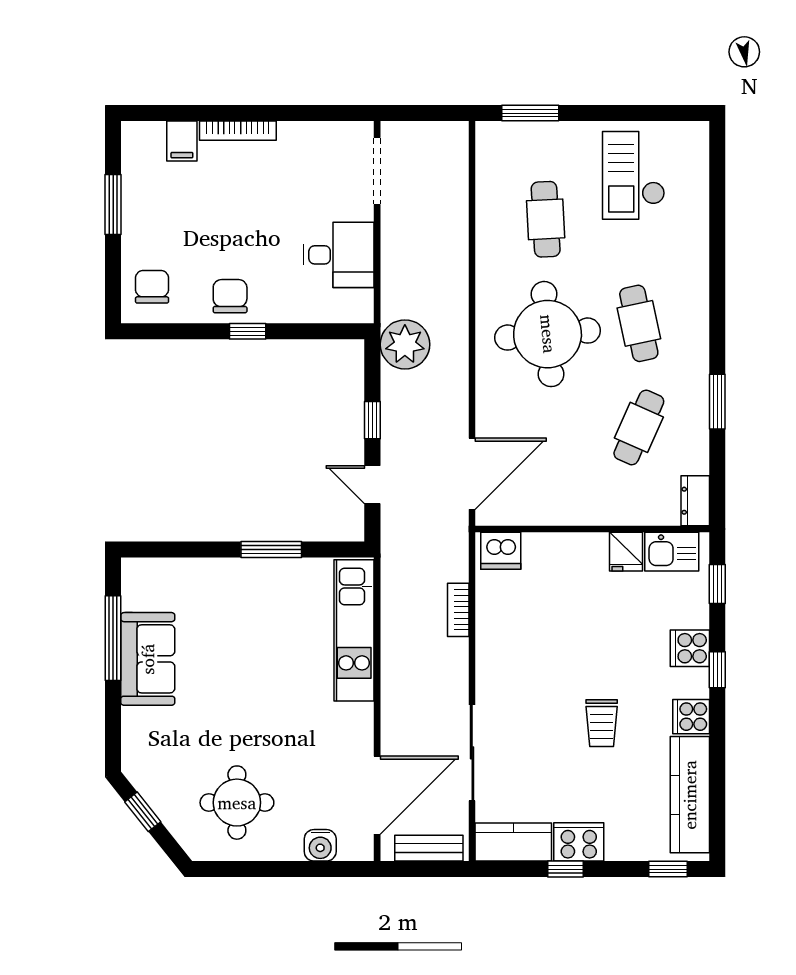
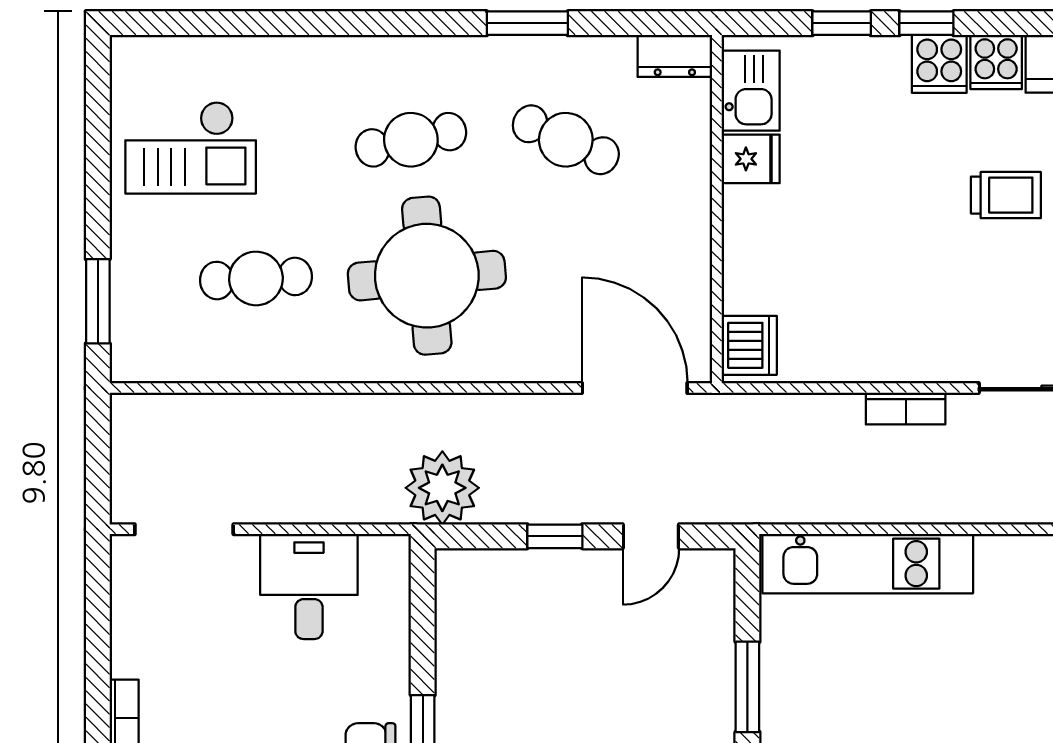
window: (717, 584) -> (842, 23), moved
bookcase: (458, 610) -> (906, 409), moved
cooker: (690, 648) -> (939, 64), moved

